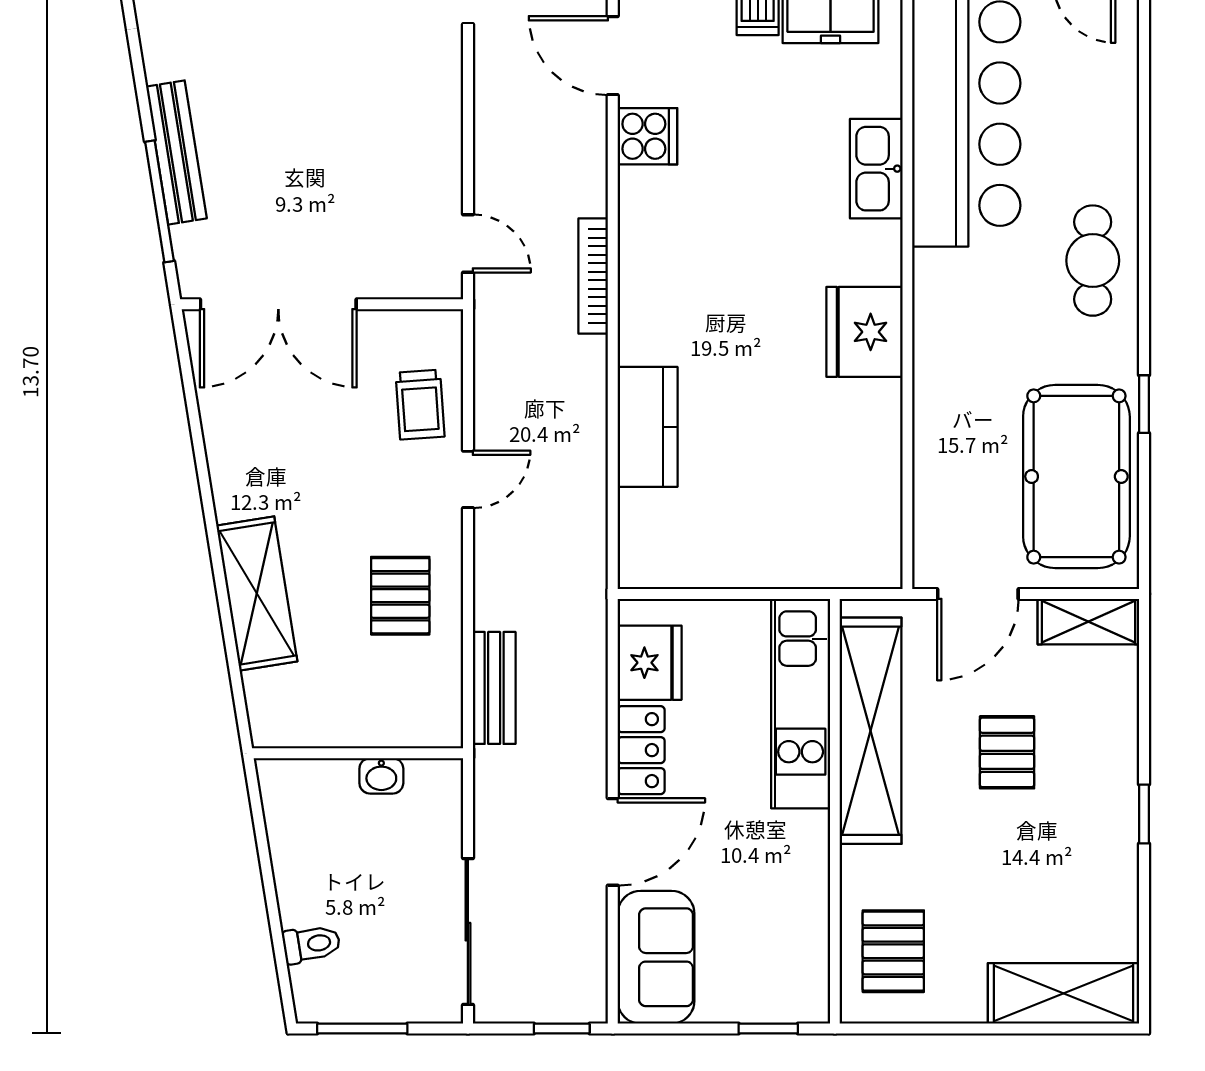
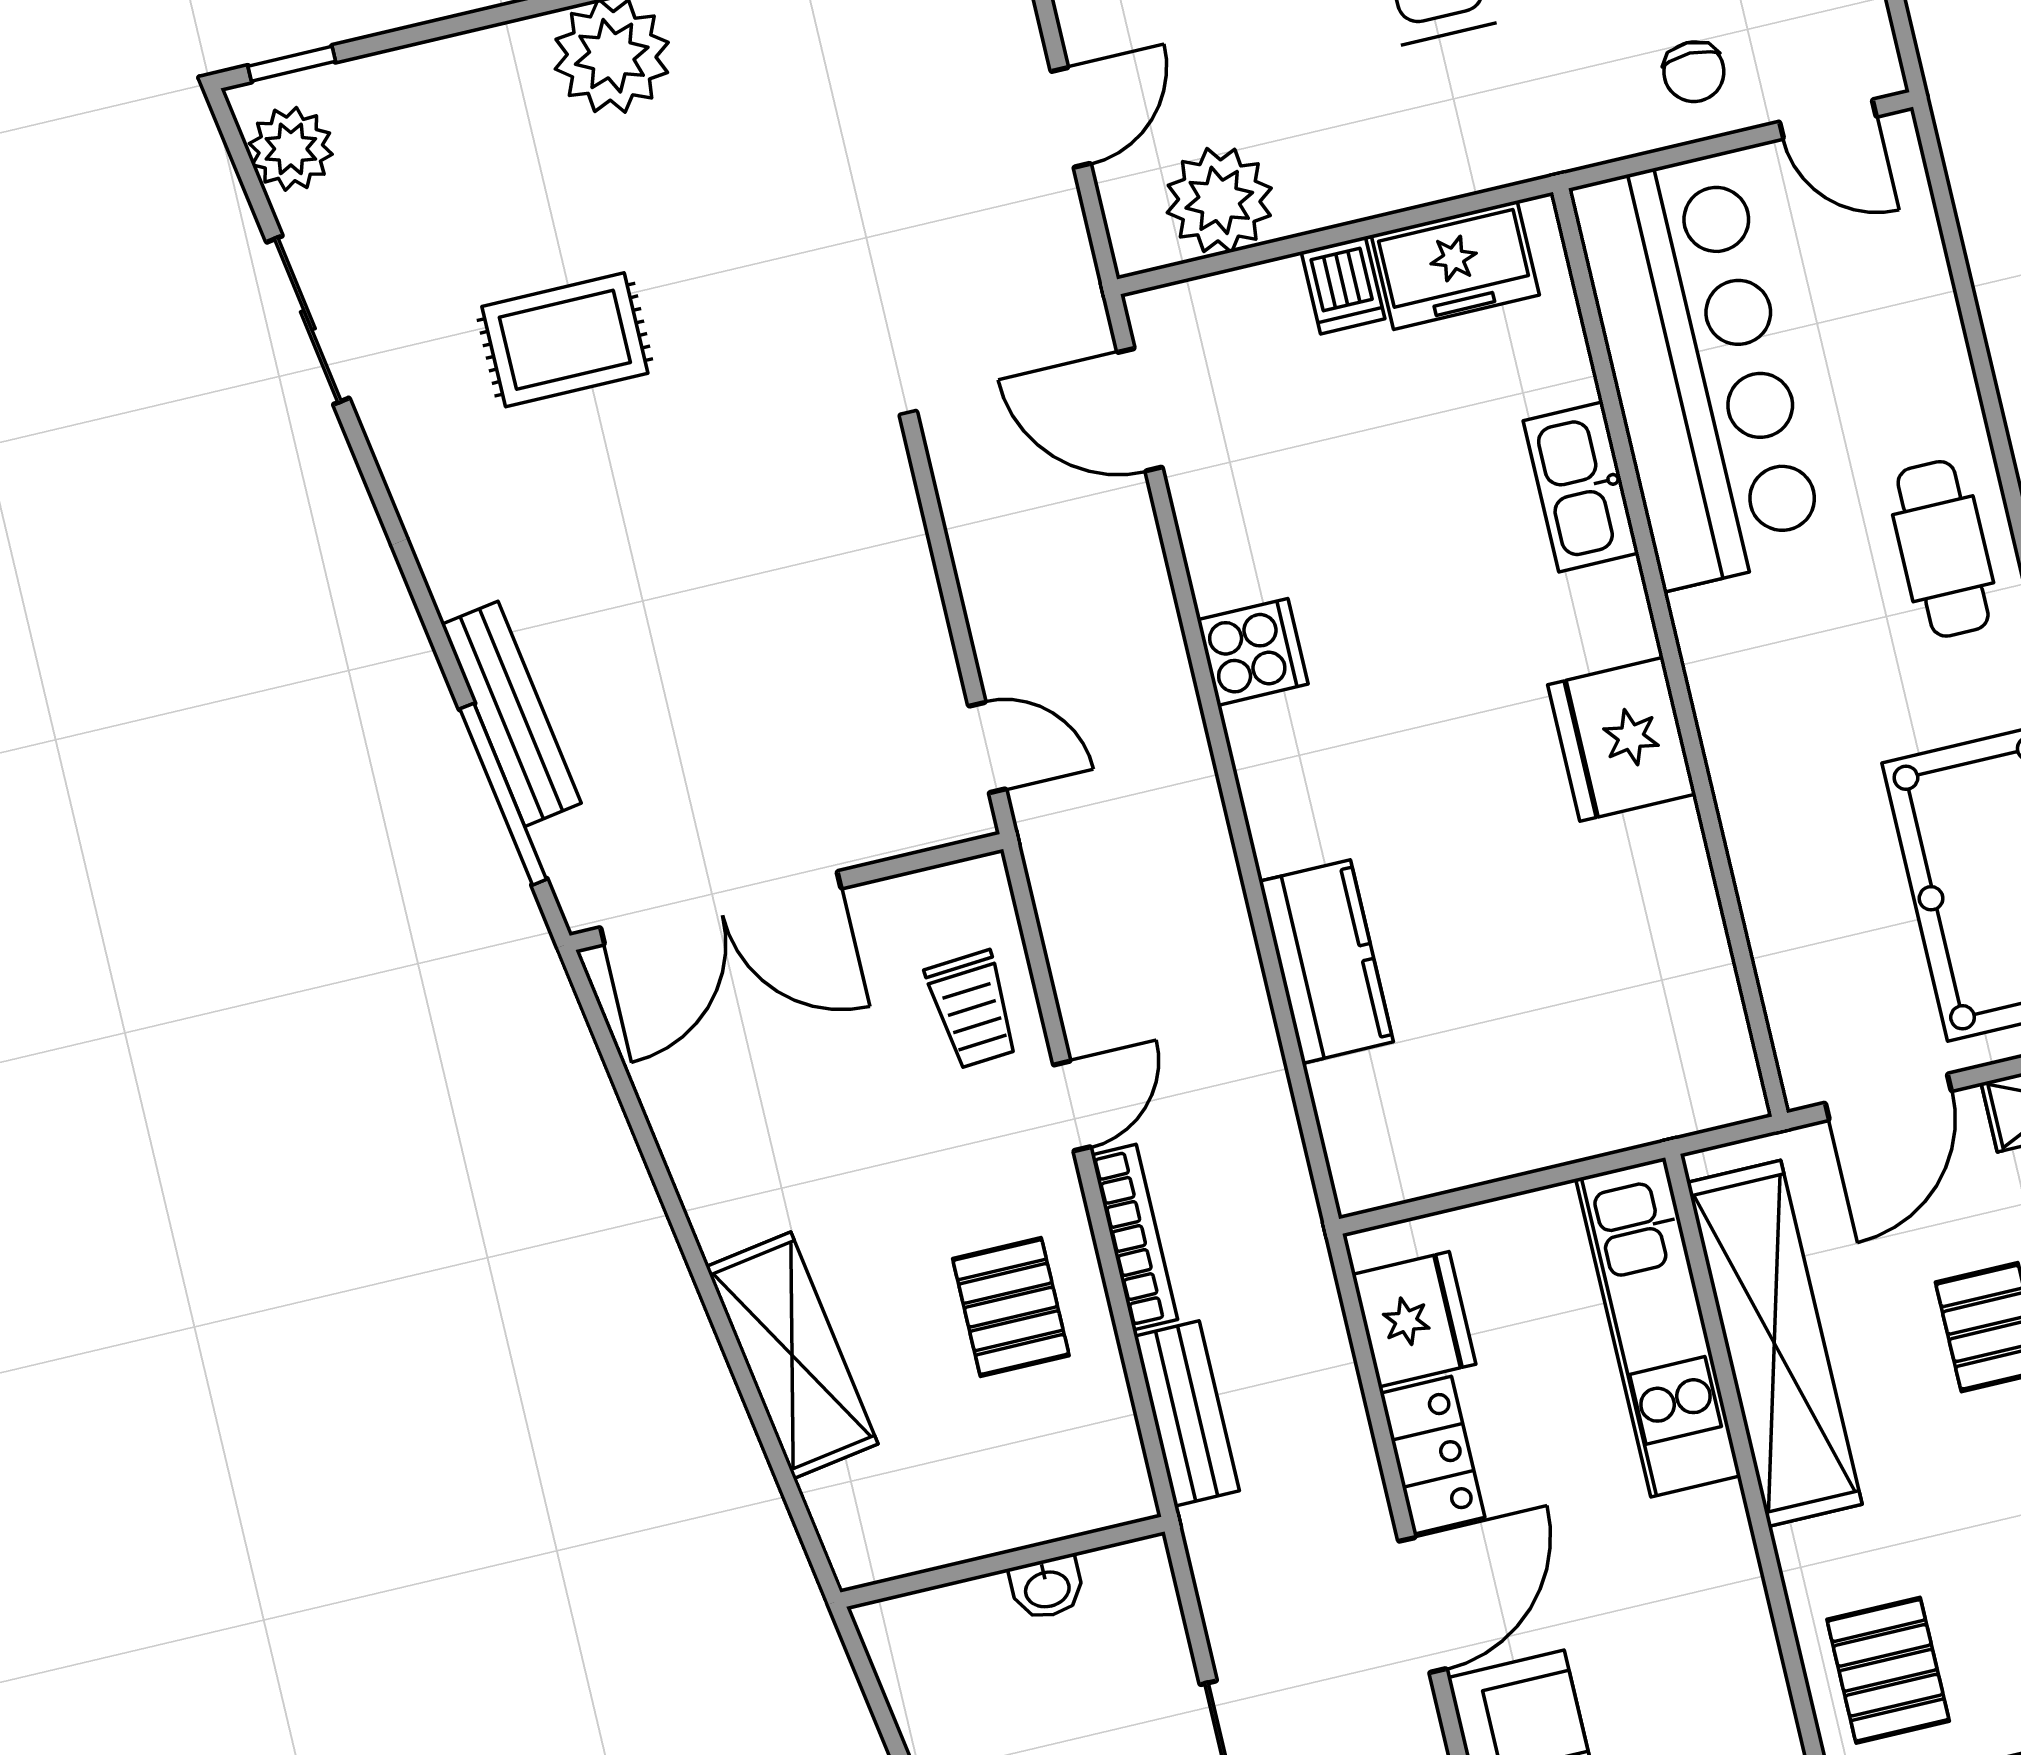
cooker: (647, 136) -> (1253, 652), moved
bookcase: (593, 276) -> (1134, 1237), moved, turned 180

